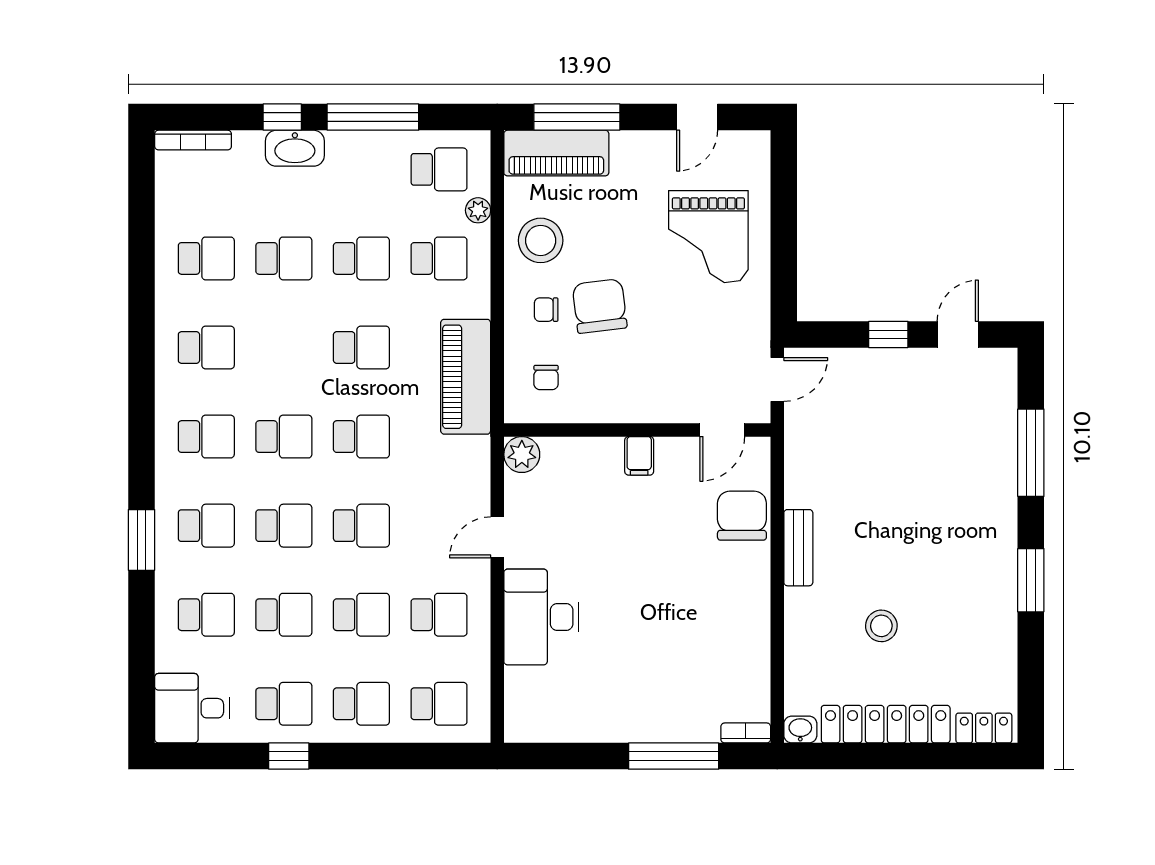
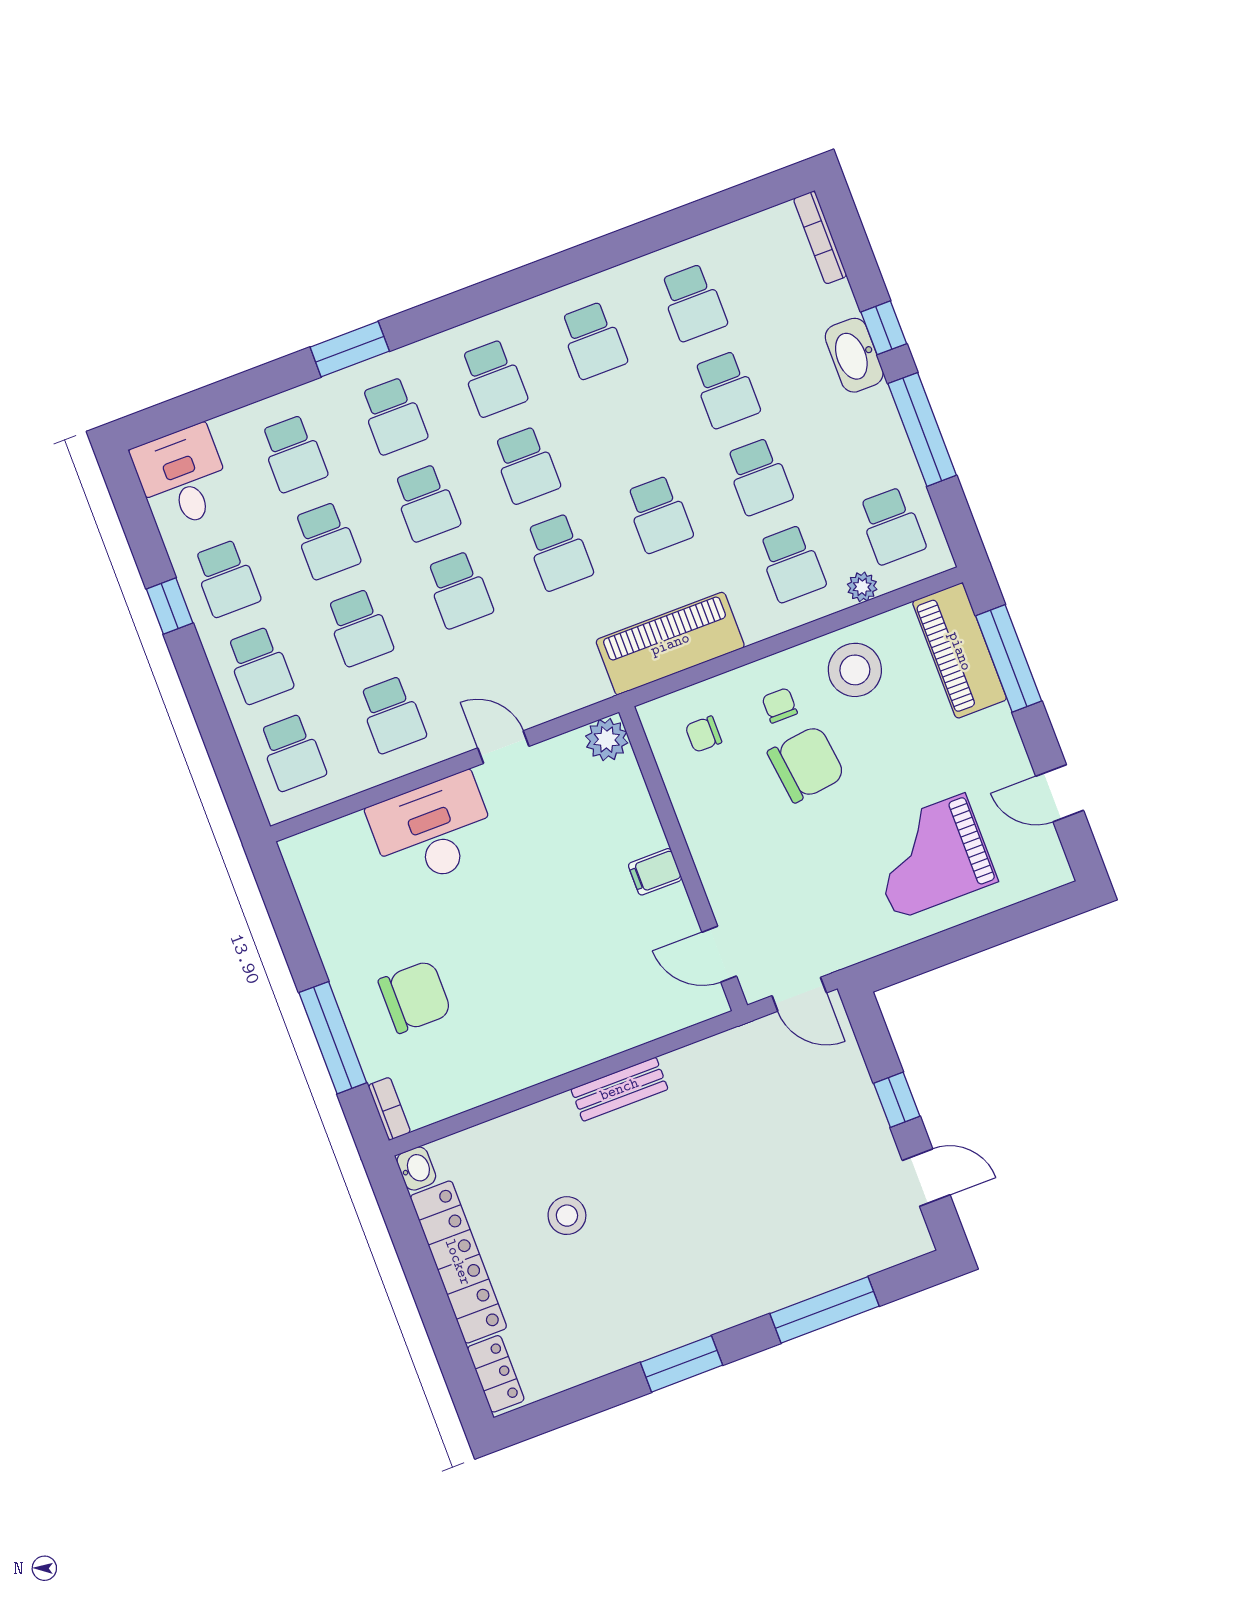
chair: (742, 516) -> (415, 997), moved

